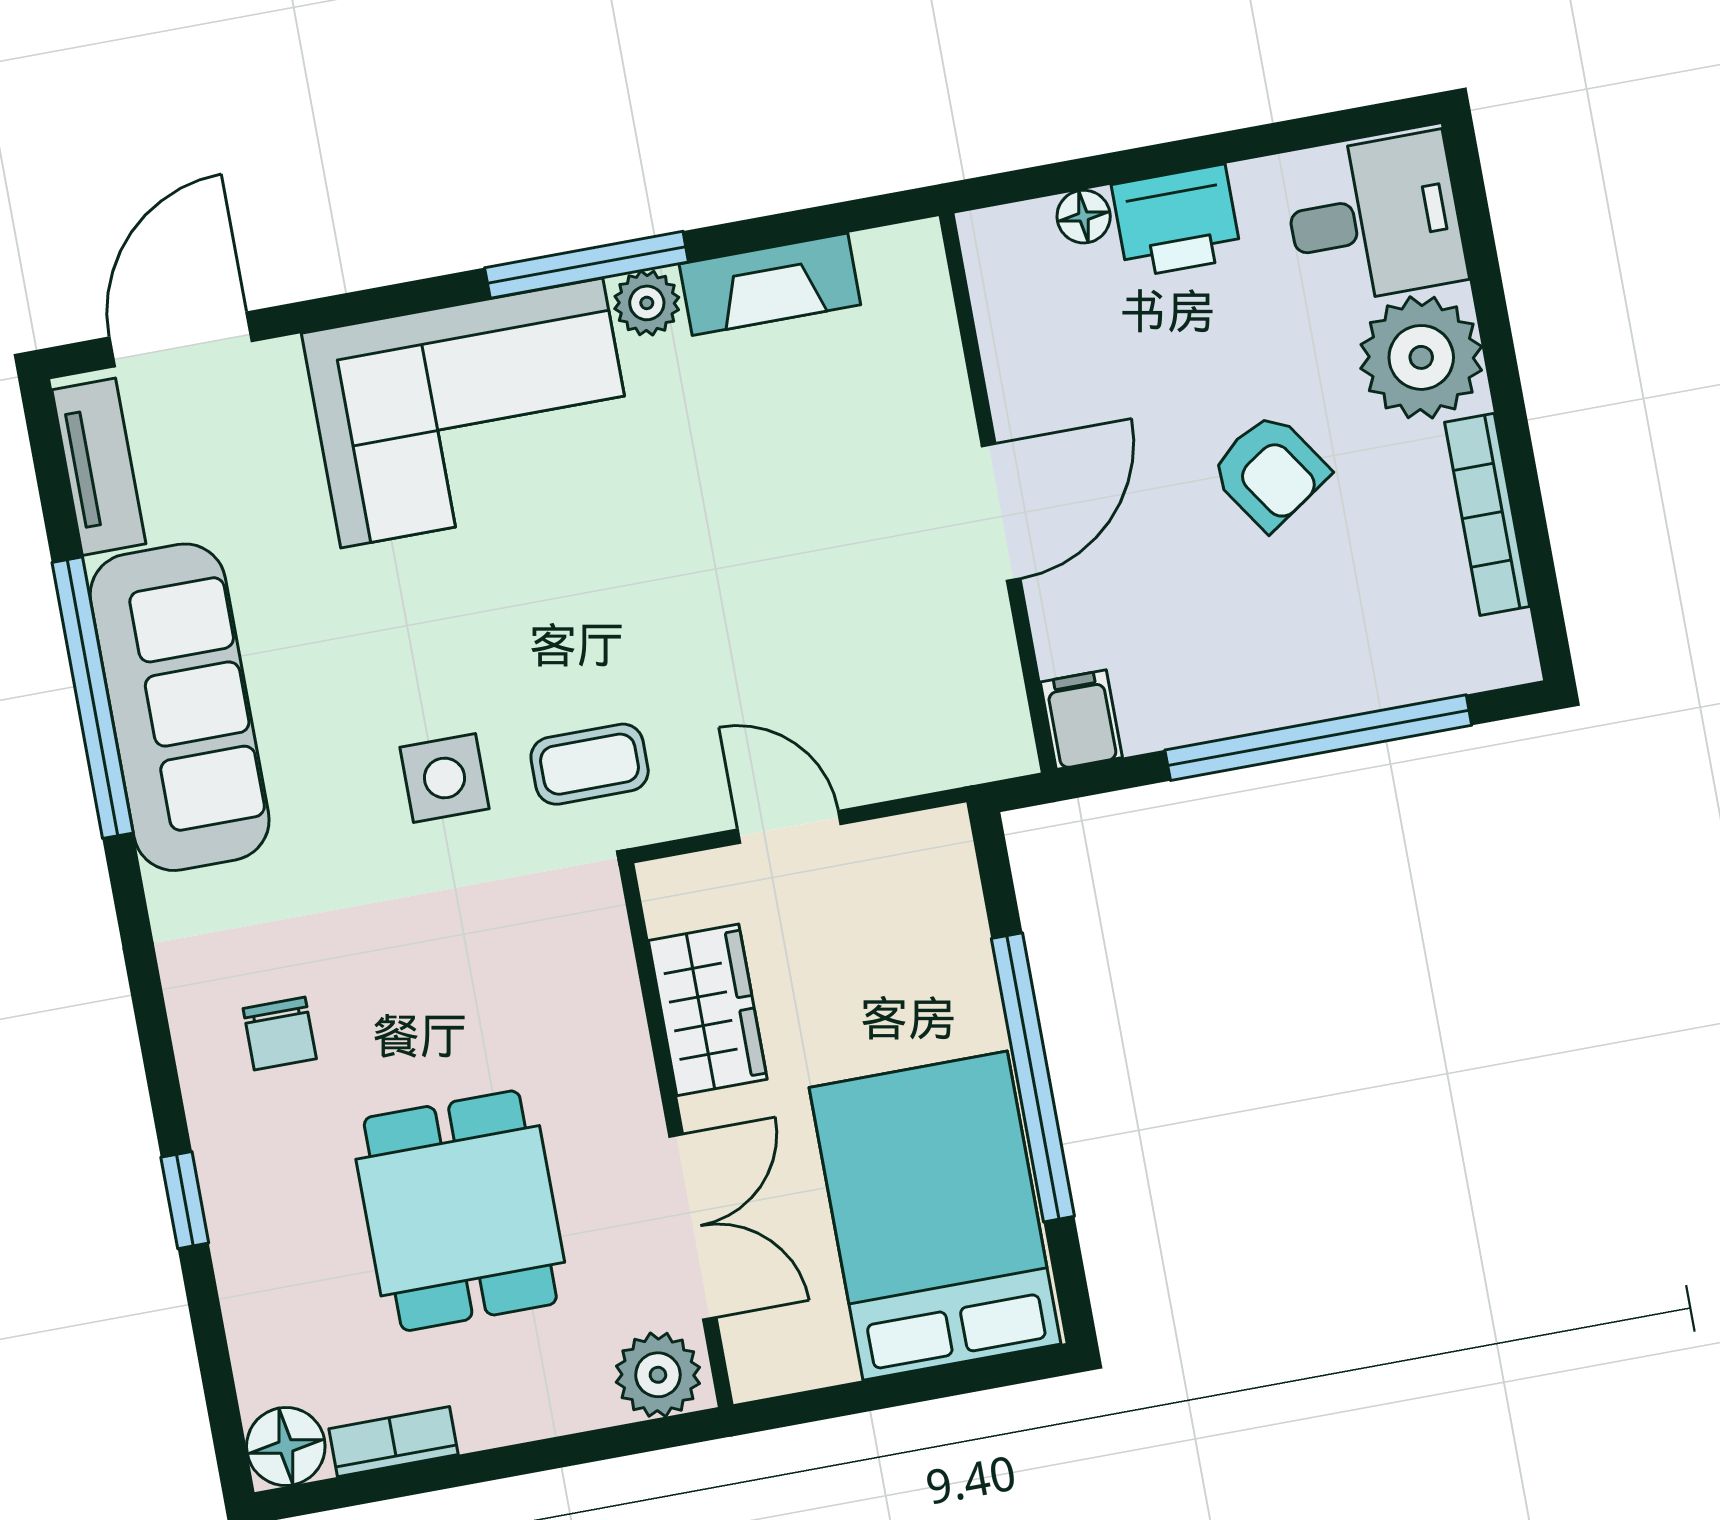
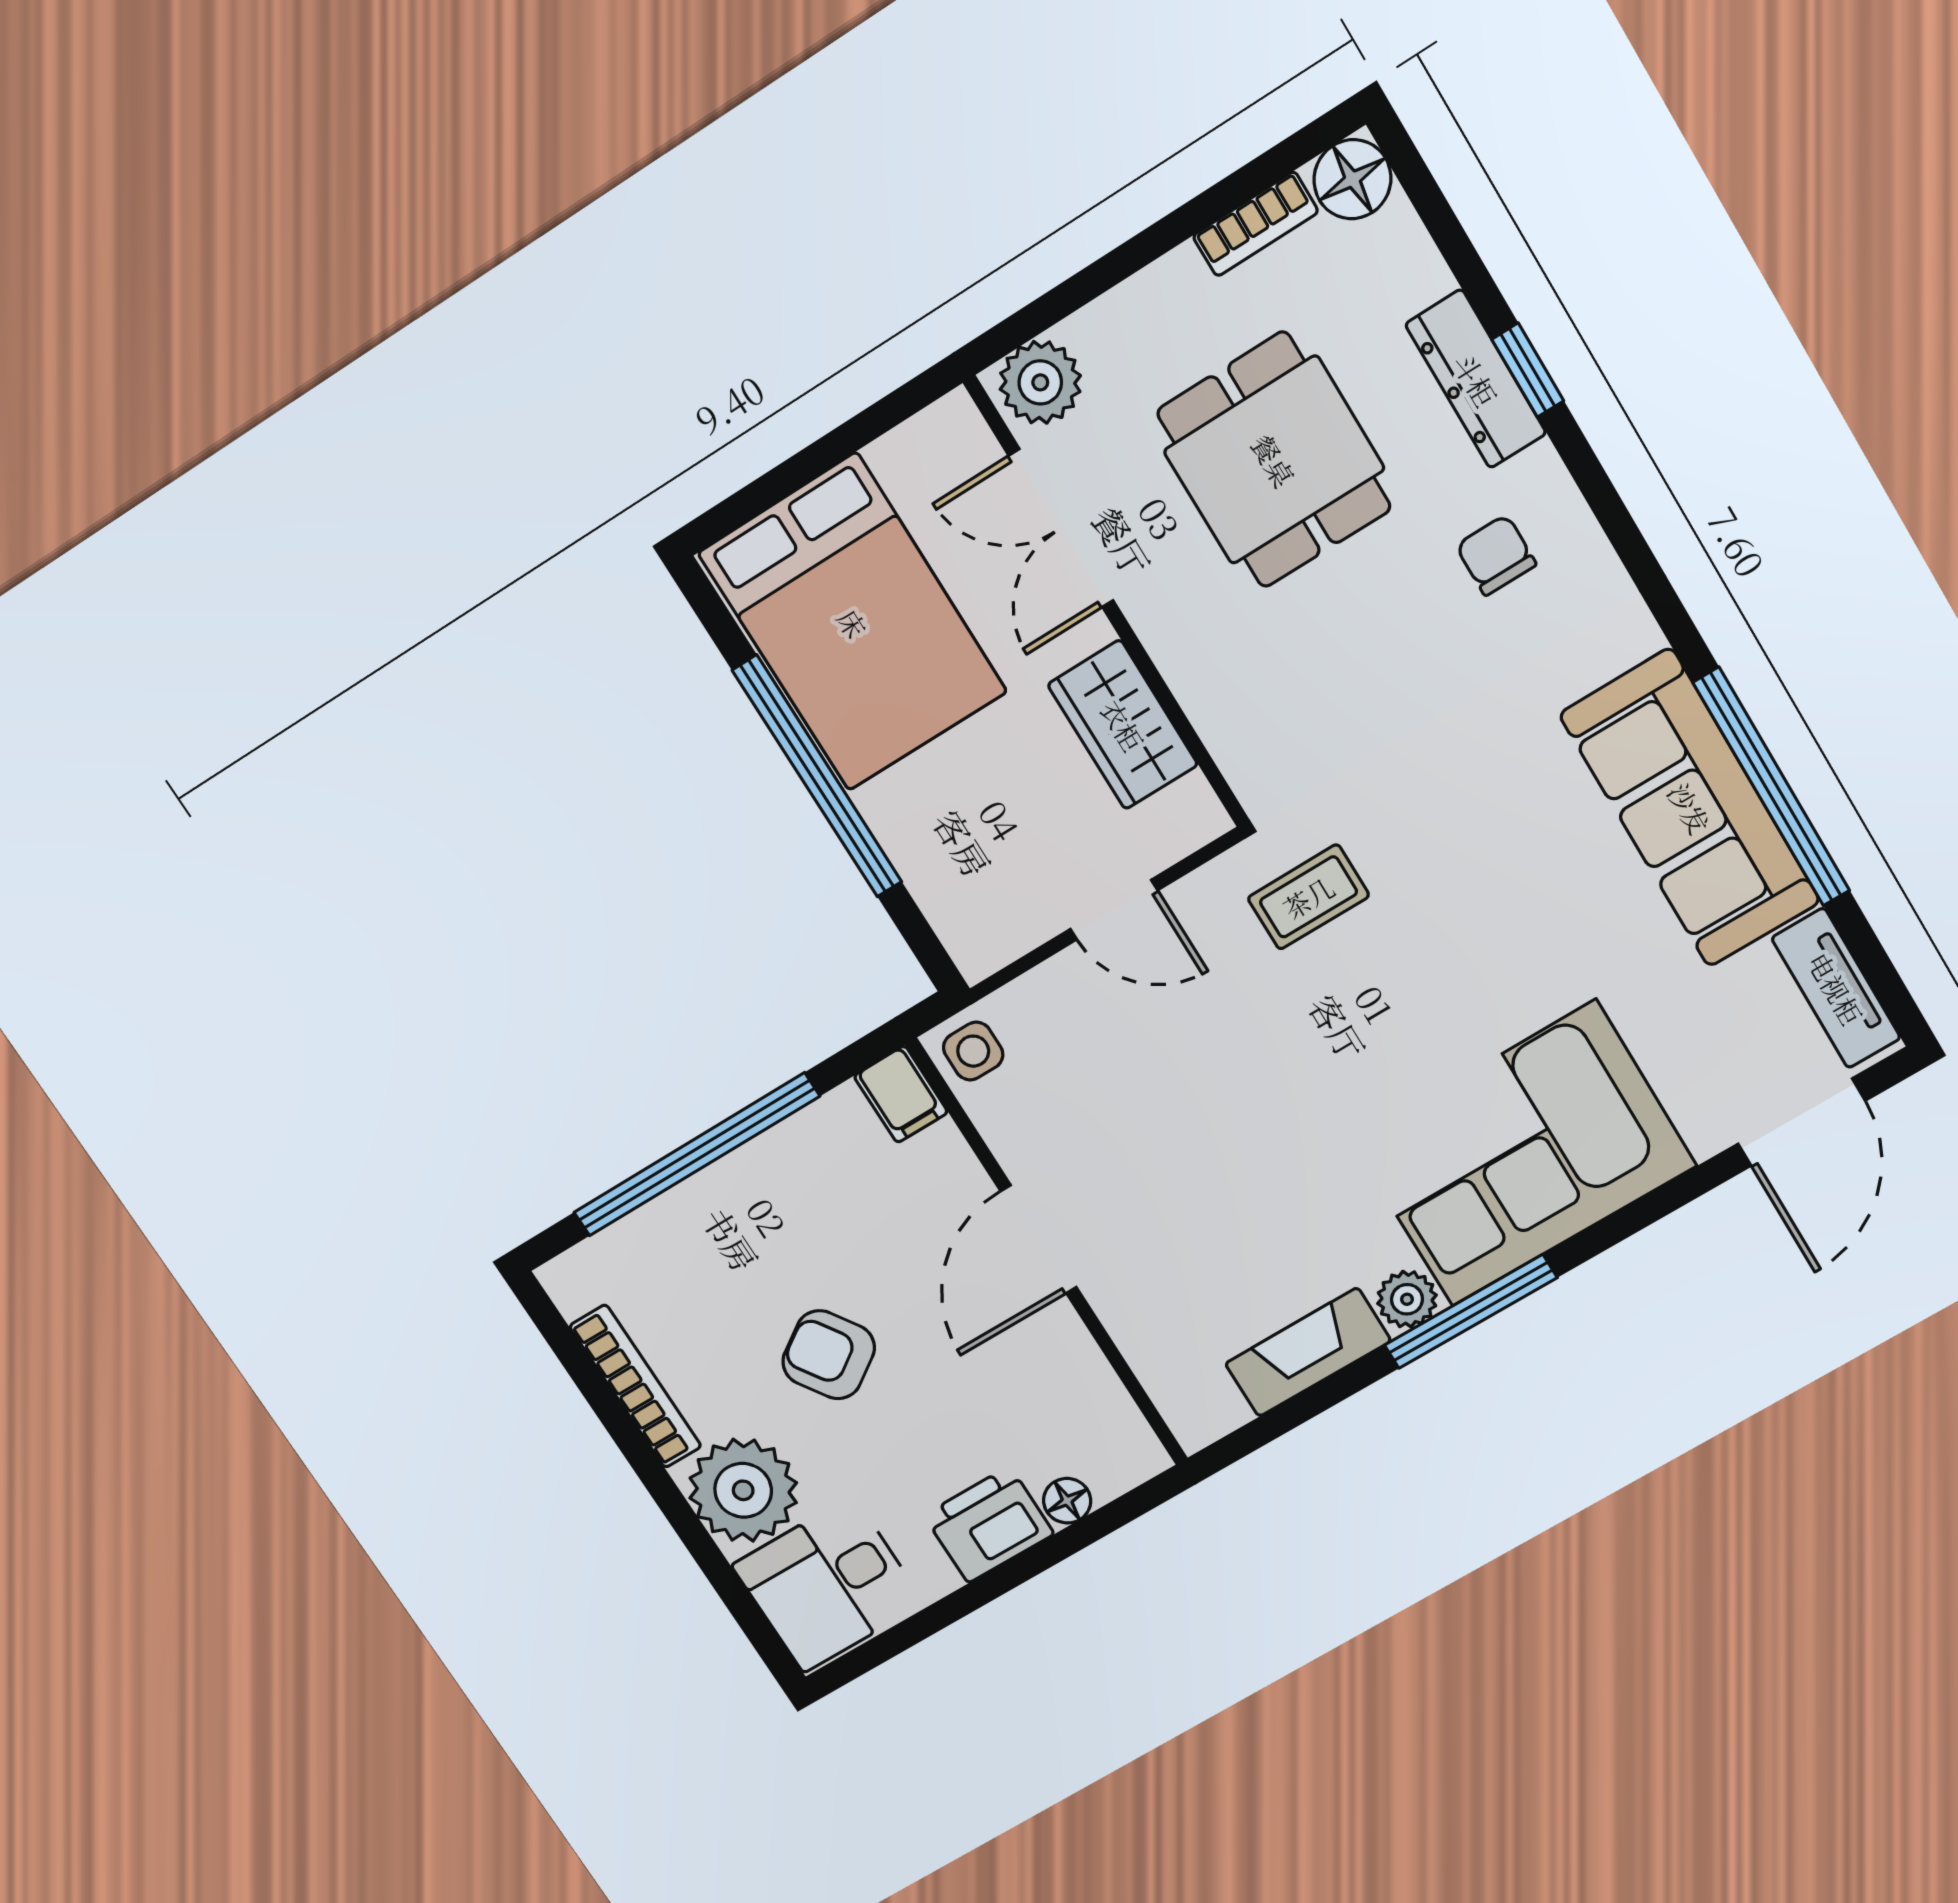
side table: (444, 778) -> (973, 1051), moved, width x0.73, depth x0.73
dresser: (237, 1212) -> (1476, 379), added

